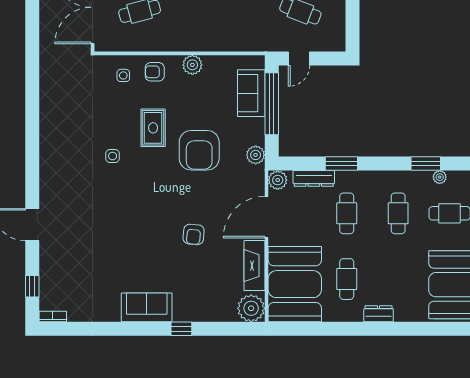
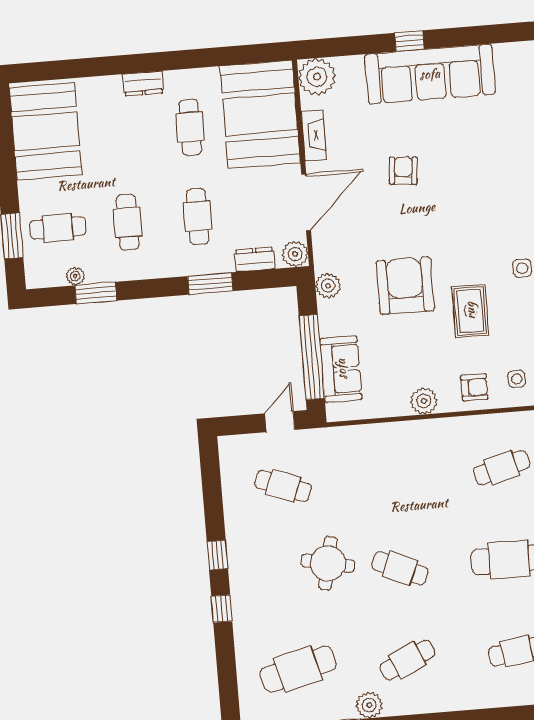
dresser: (314, 178) -> (255, 259), width x0.70
fireplace: (254, 266) -> (314, 135), width x0.73, depth x0.76
sofa: (147, 307) -> (430, 74), width x1.85, depth x1.27

